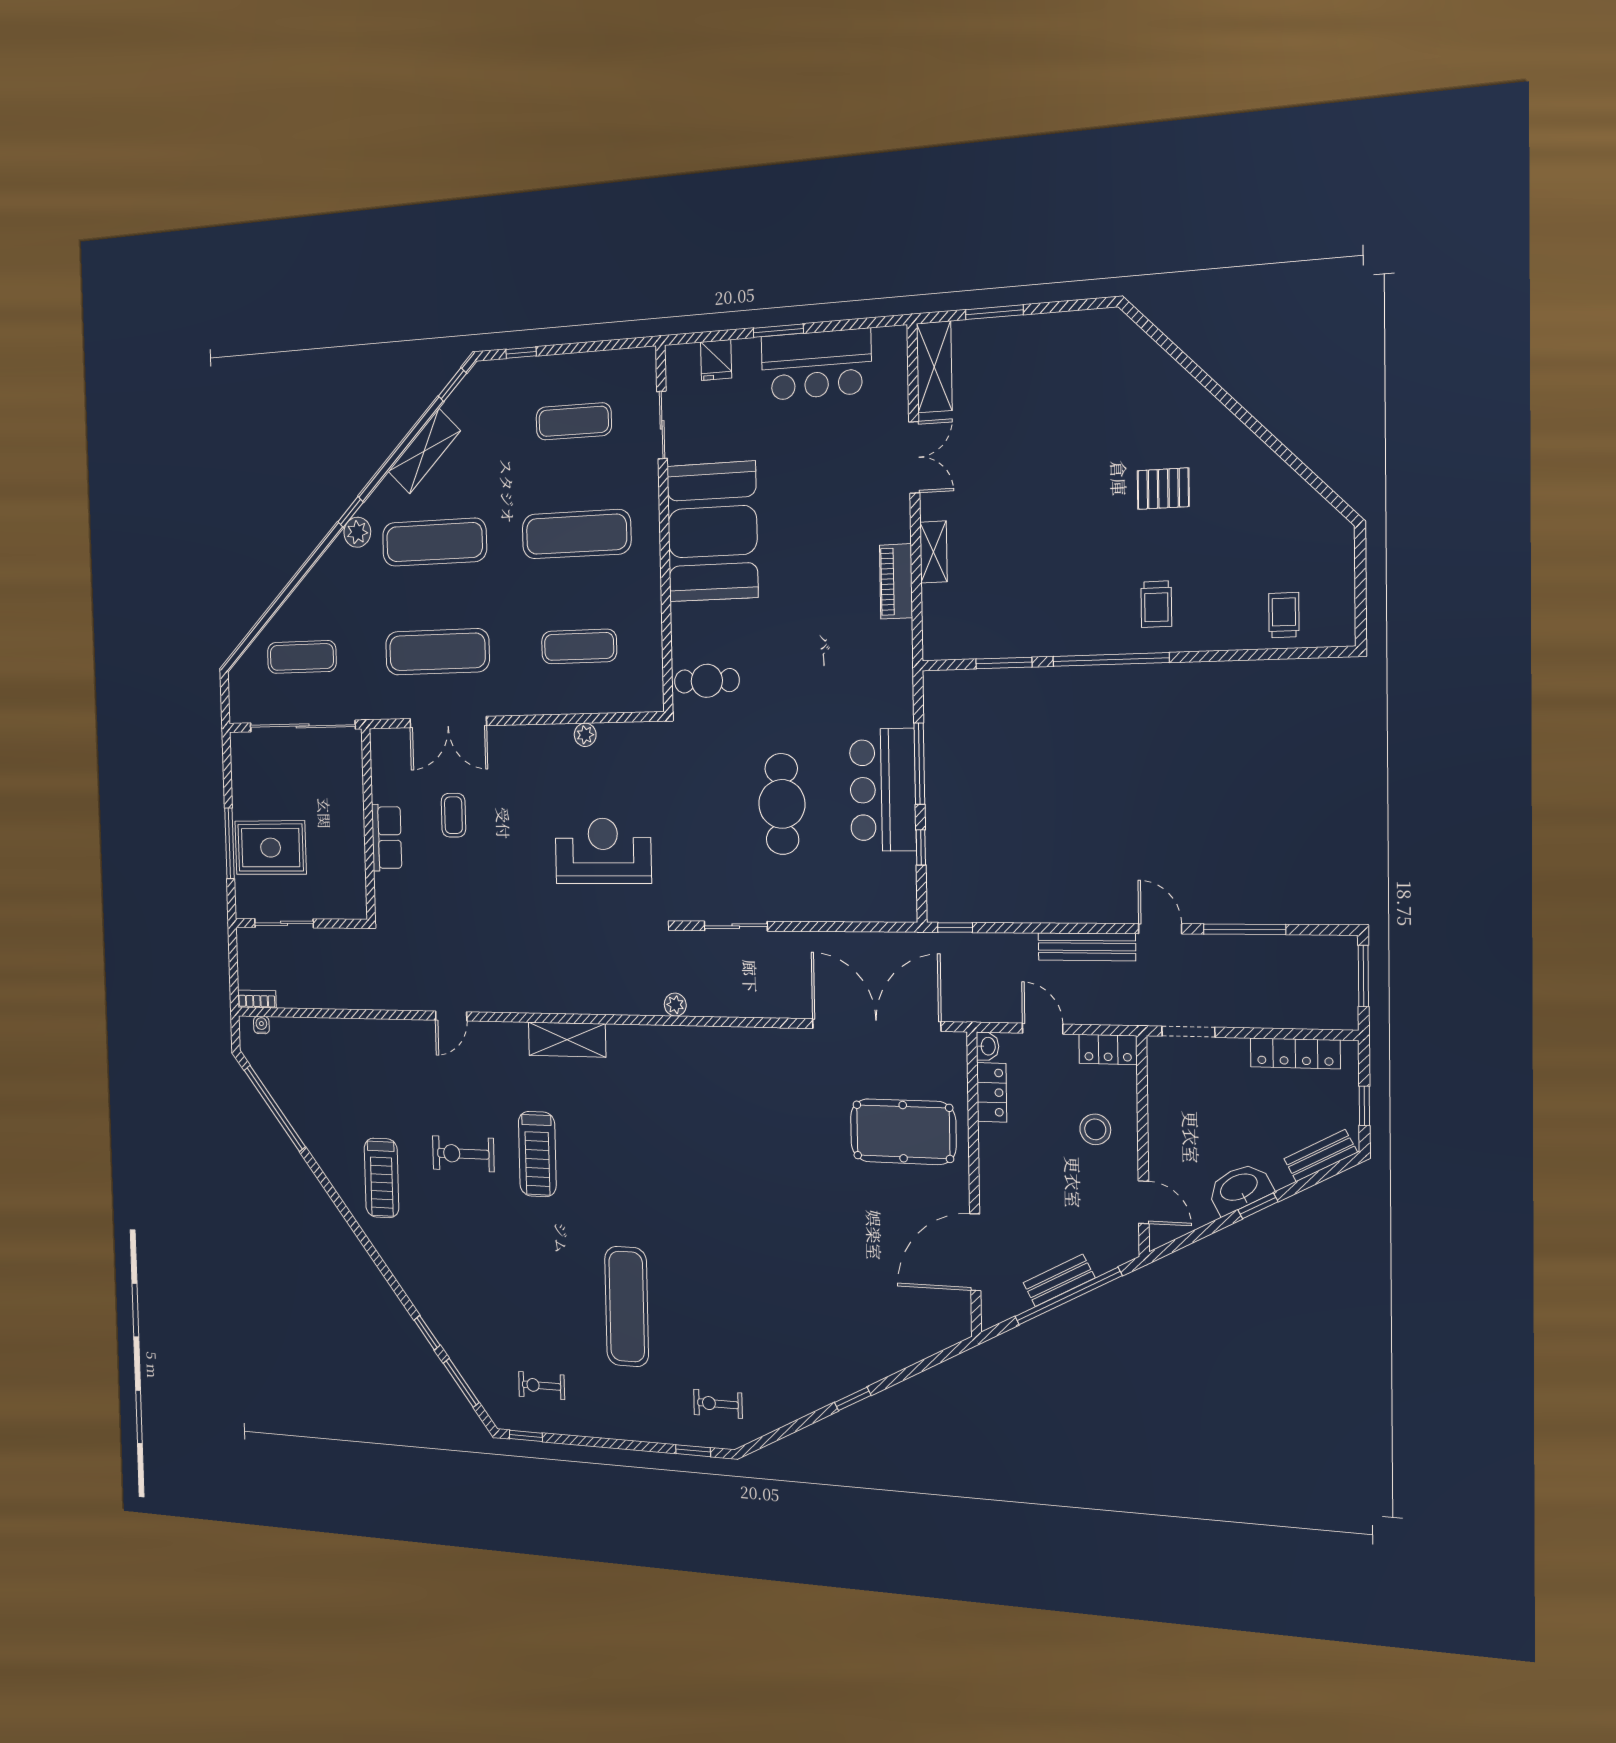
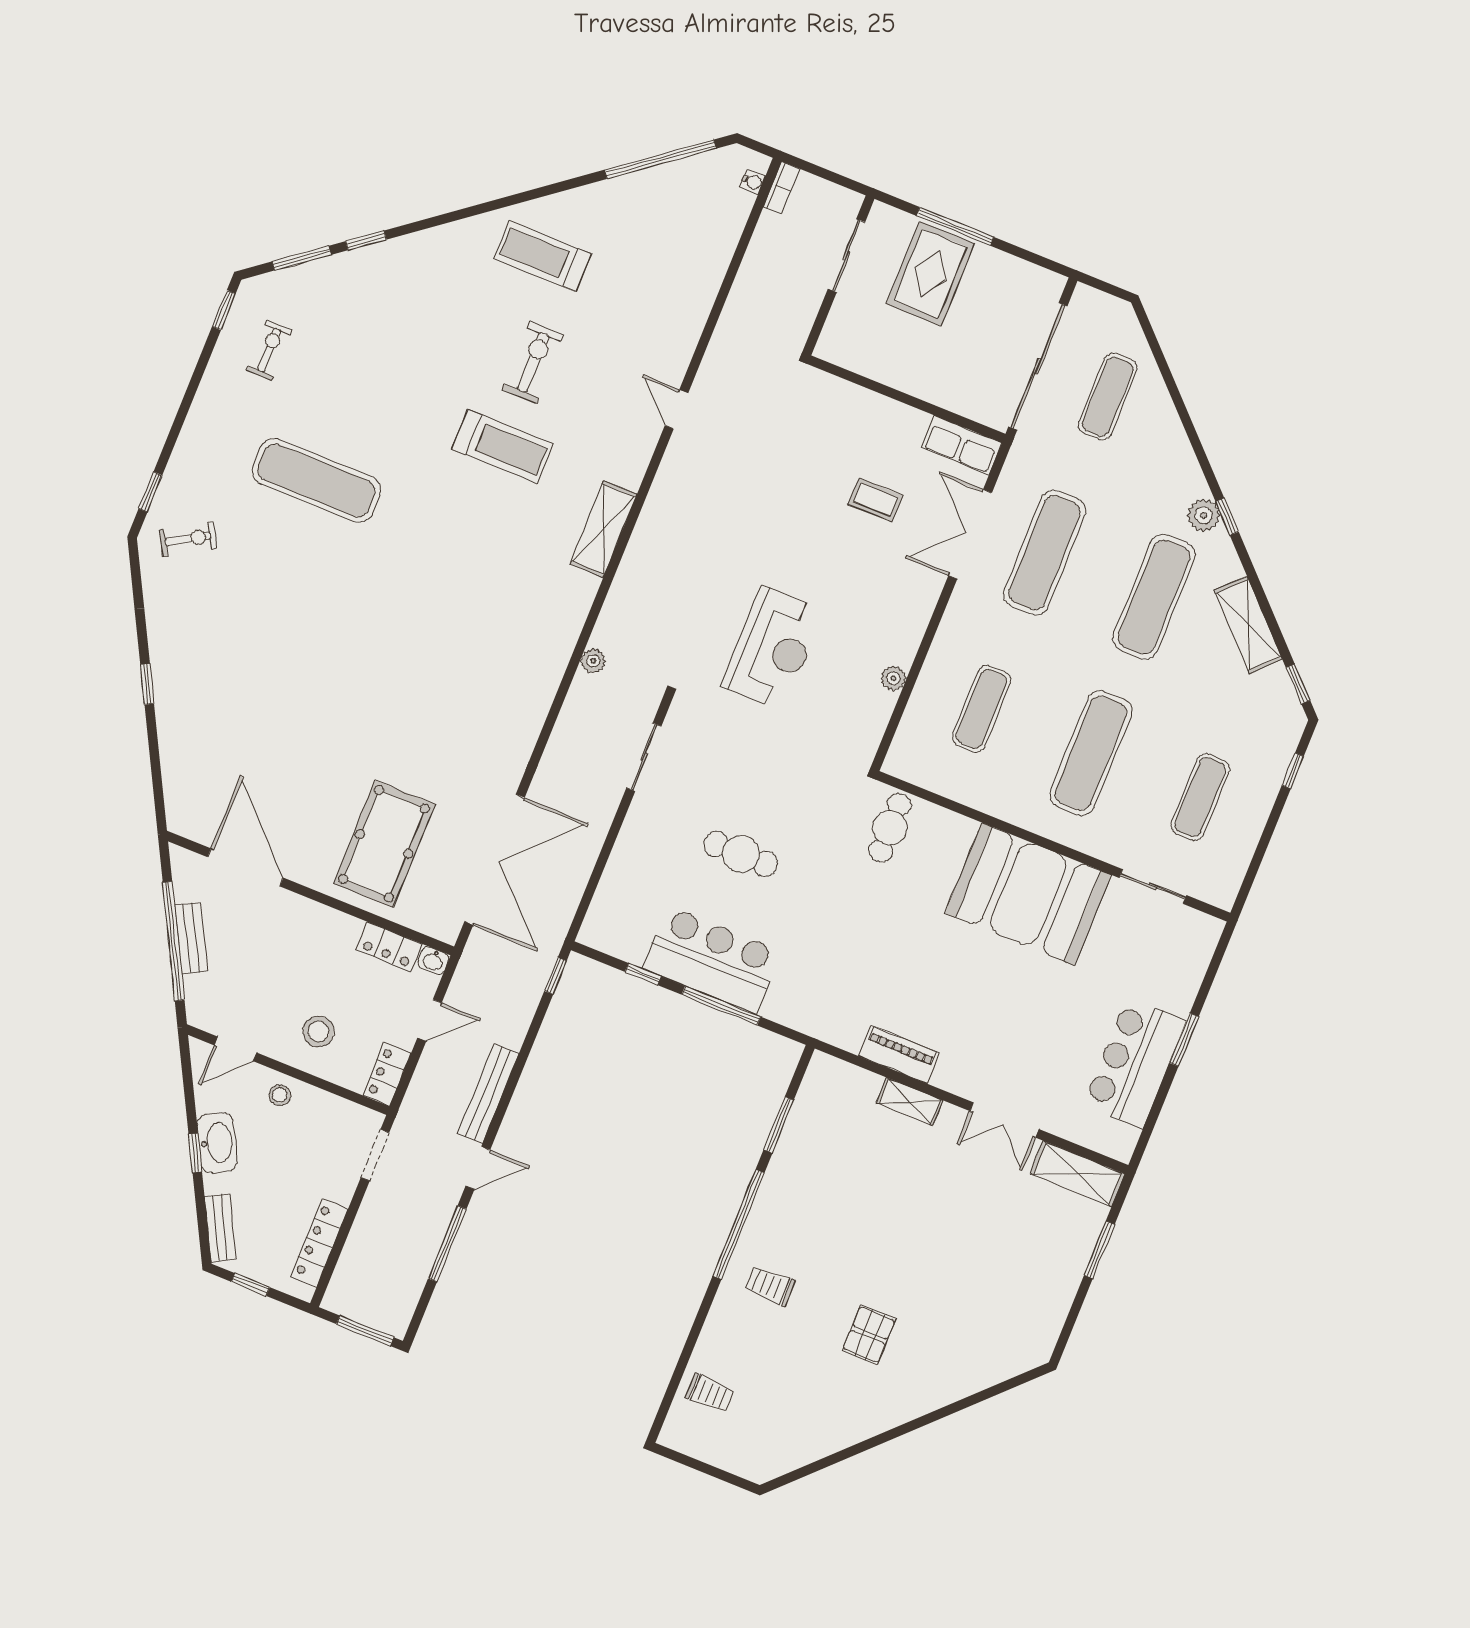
fridge: (716, 360) -> (1187, 967), removed
cafe table: (782, 804) -> (741, 854), width x0.73, depth x0.74
row of seats: (387, 838) -> (961, 445), moved
stool: (1169, 1144) -> (280, 1095), added
treadmill: (537, 1154) -> (502, 446), turned 180
exercise bike: (718, 1404) -> (188, 539), turned 59

